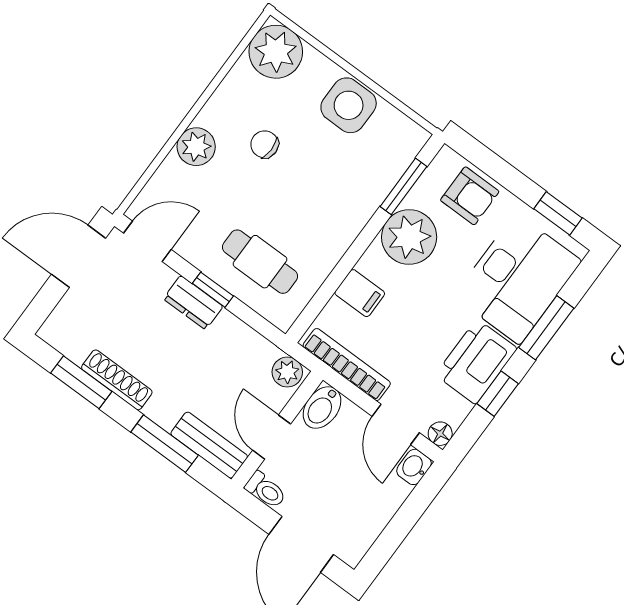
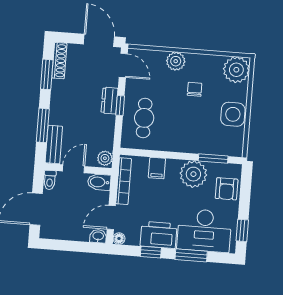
shoe rack: (117, 380) -> (59, 61), moved

